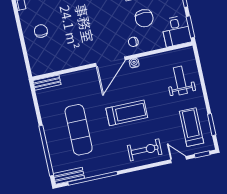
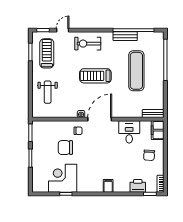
chair: (144, 18) -> (65, 148), turned -90
desk: (176, 31) -> (129, 132), moved
filing cabinet: (37, 64) -> (158, 130), added
treadmill: (192, 127) -> (47, 53), turned 180
door: (179, 160) -> (63, 30), swing flipped
bench: (69, 176) -> (125, 36), moved

